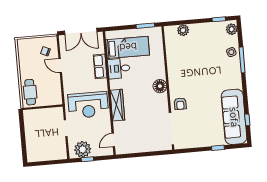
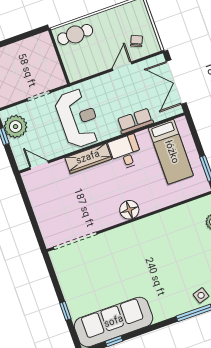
desk: (119, 68) -> (126, 152), moved
armchair: (180, 104) -> (112, 244), removed
reception desk: (88, 105) -> (78, 118), turned 180

